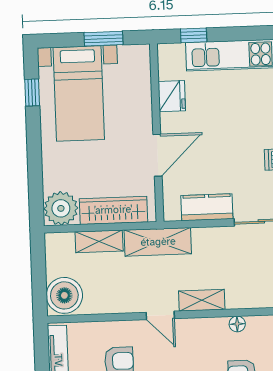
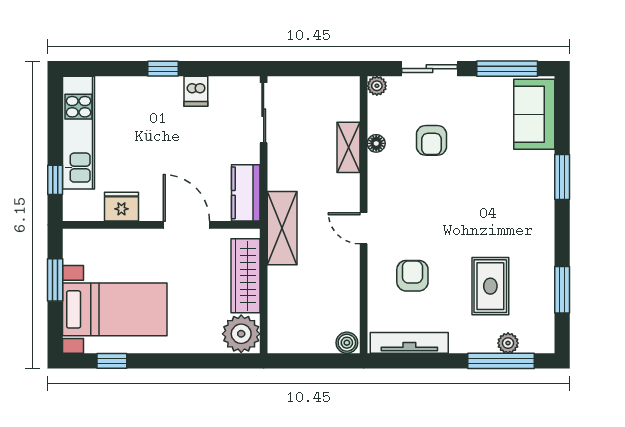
kitchen counter: (207, 207) -> (246, 193), moved
shelving: (99, 241) -> (279, 293), removed
boiler: (64, 295) -> (347, 343), width x0.54, depth x0.54
shelving: (202, 300) -> (349, 147), moved
door: (160, 315) -> (364, 228), swing flipped

